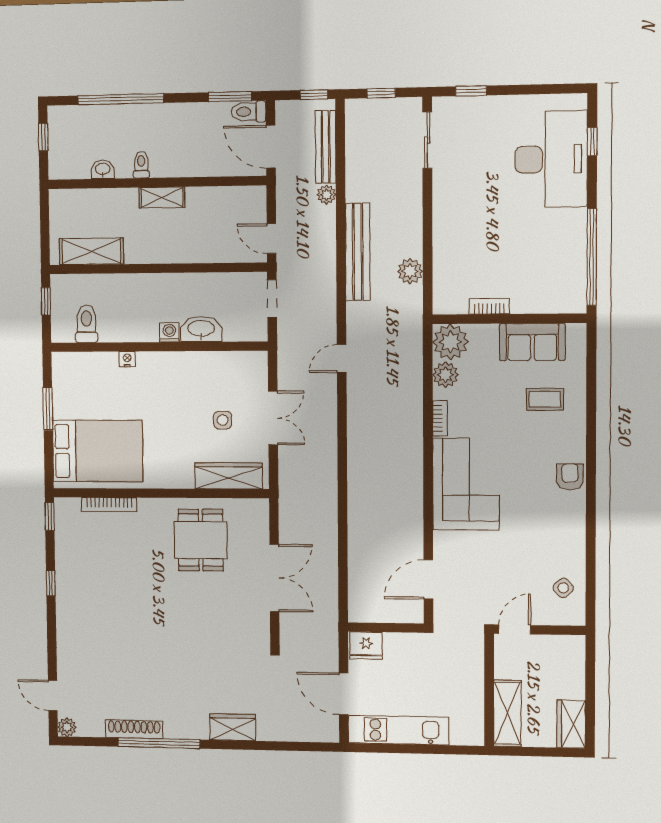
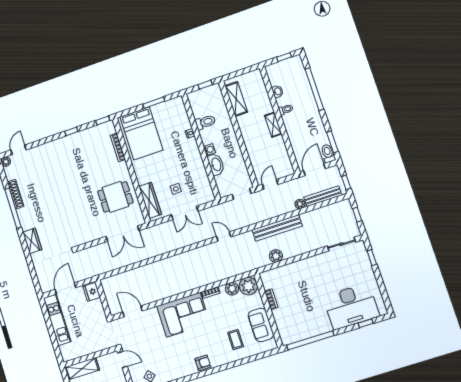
toilet: (87, 324) -> (205, 122), moved
double door: (274, 578) -> (123, 234), moved

